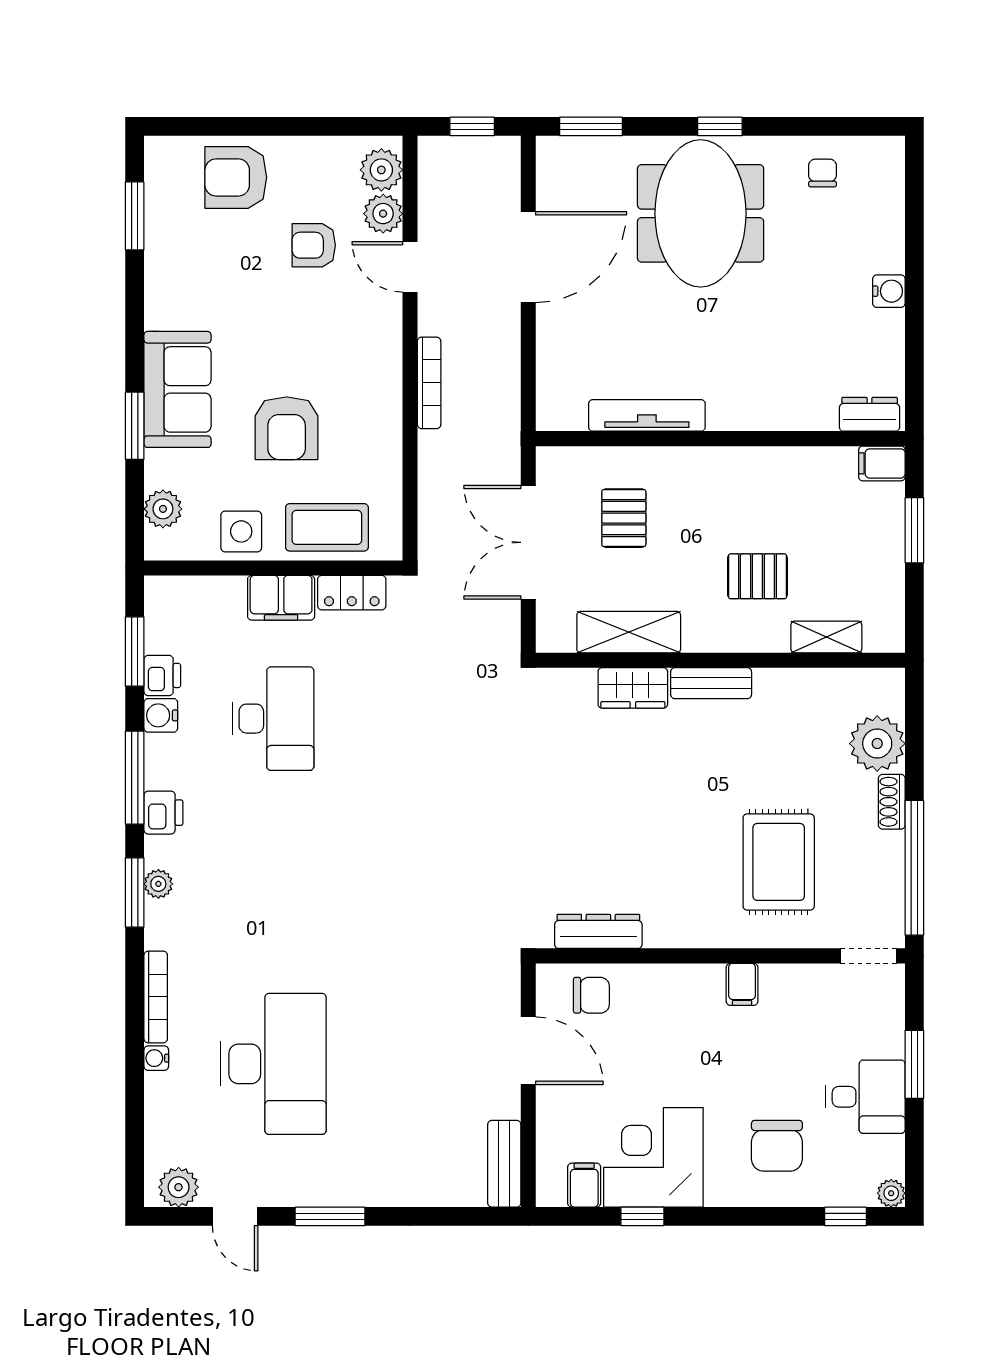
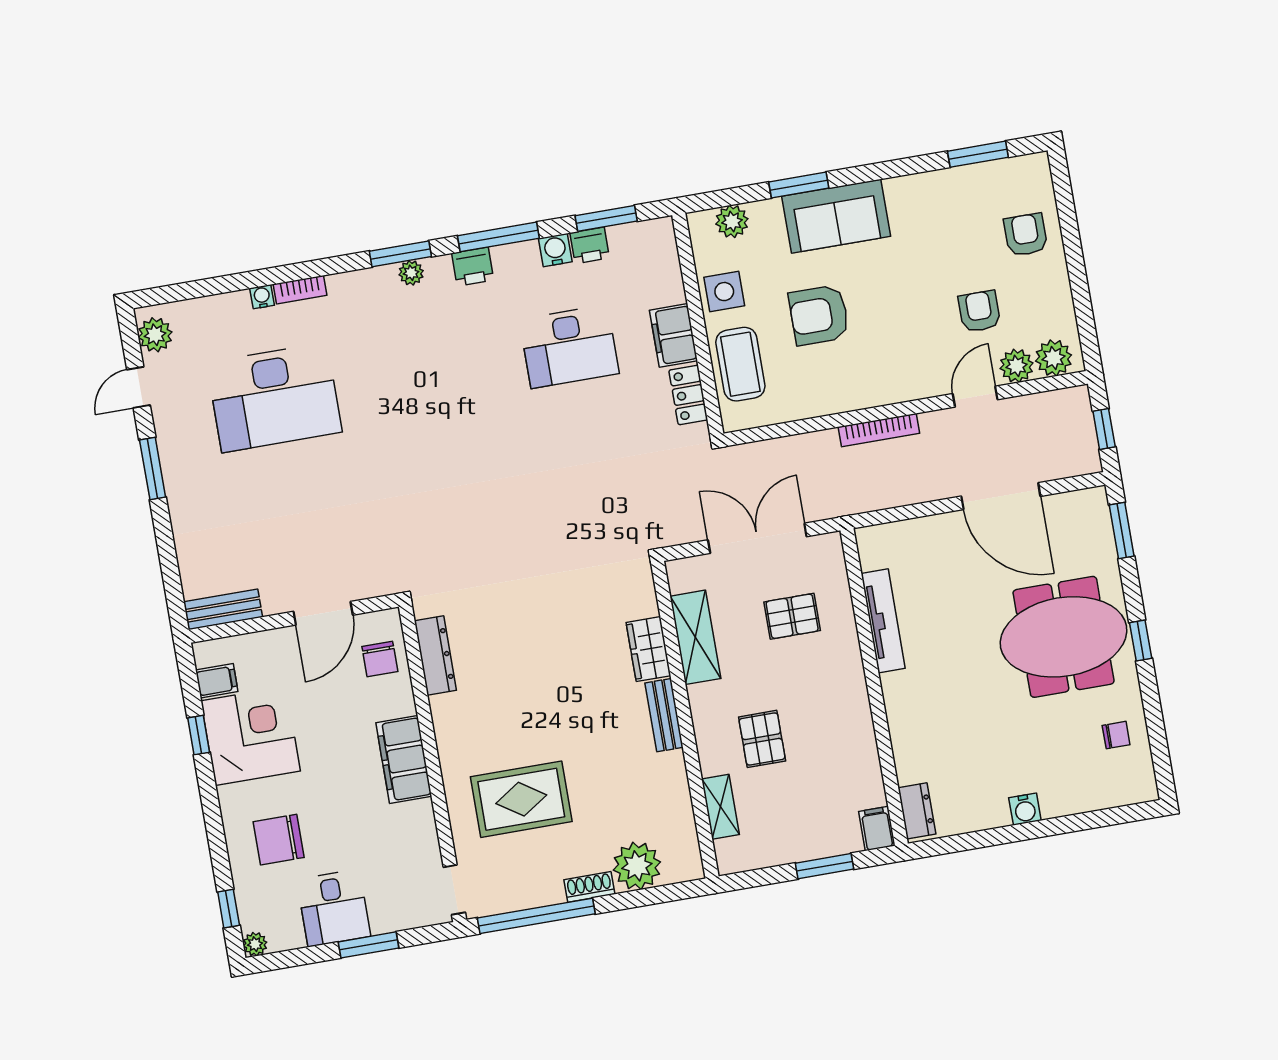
armchair: (236, 177) -> (1026, 235), width x0.72, depth x0.72
filing cabinet: (742, 984) -> (404, 760), width x3.00, depth x1.17
bookcase: (156, 997) -> (300, 290), width x0.64

